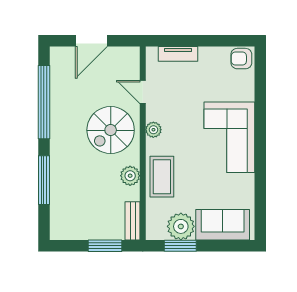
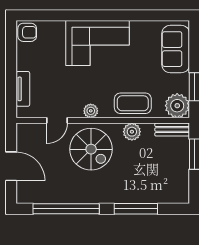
armchair: (241, 59) -> (27, 32), turned -90
plant: (181, 226) -> (177, 106), moved

